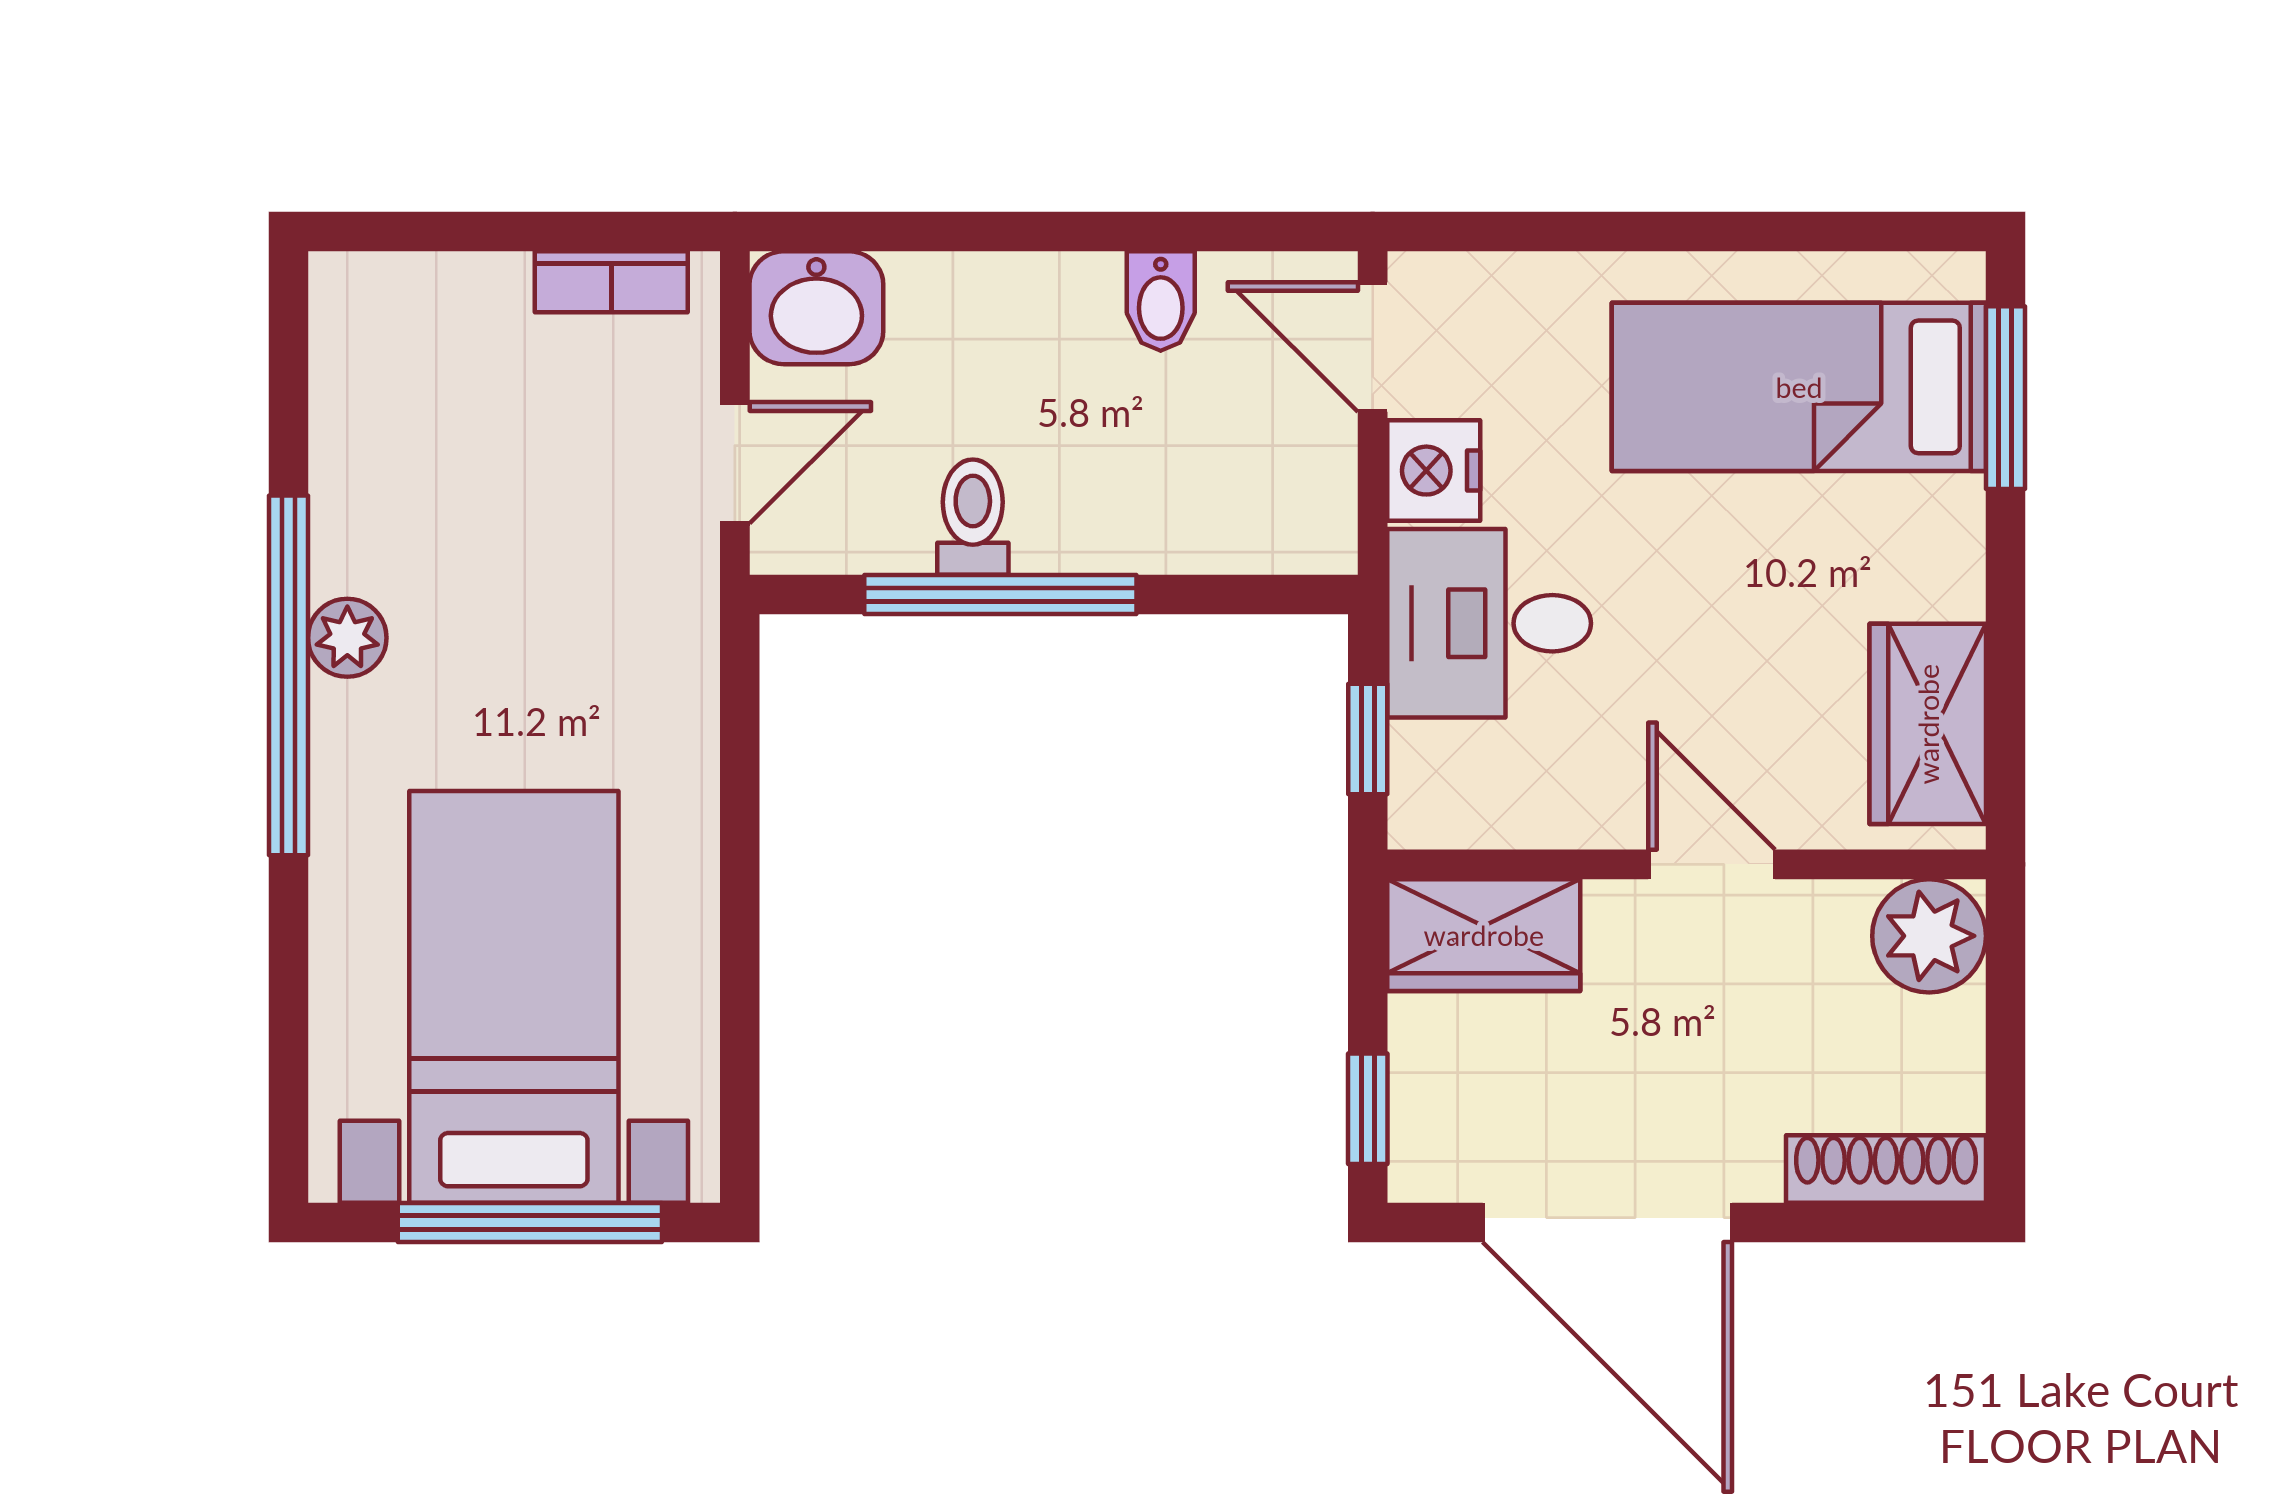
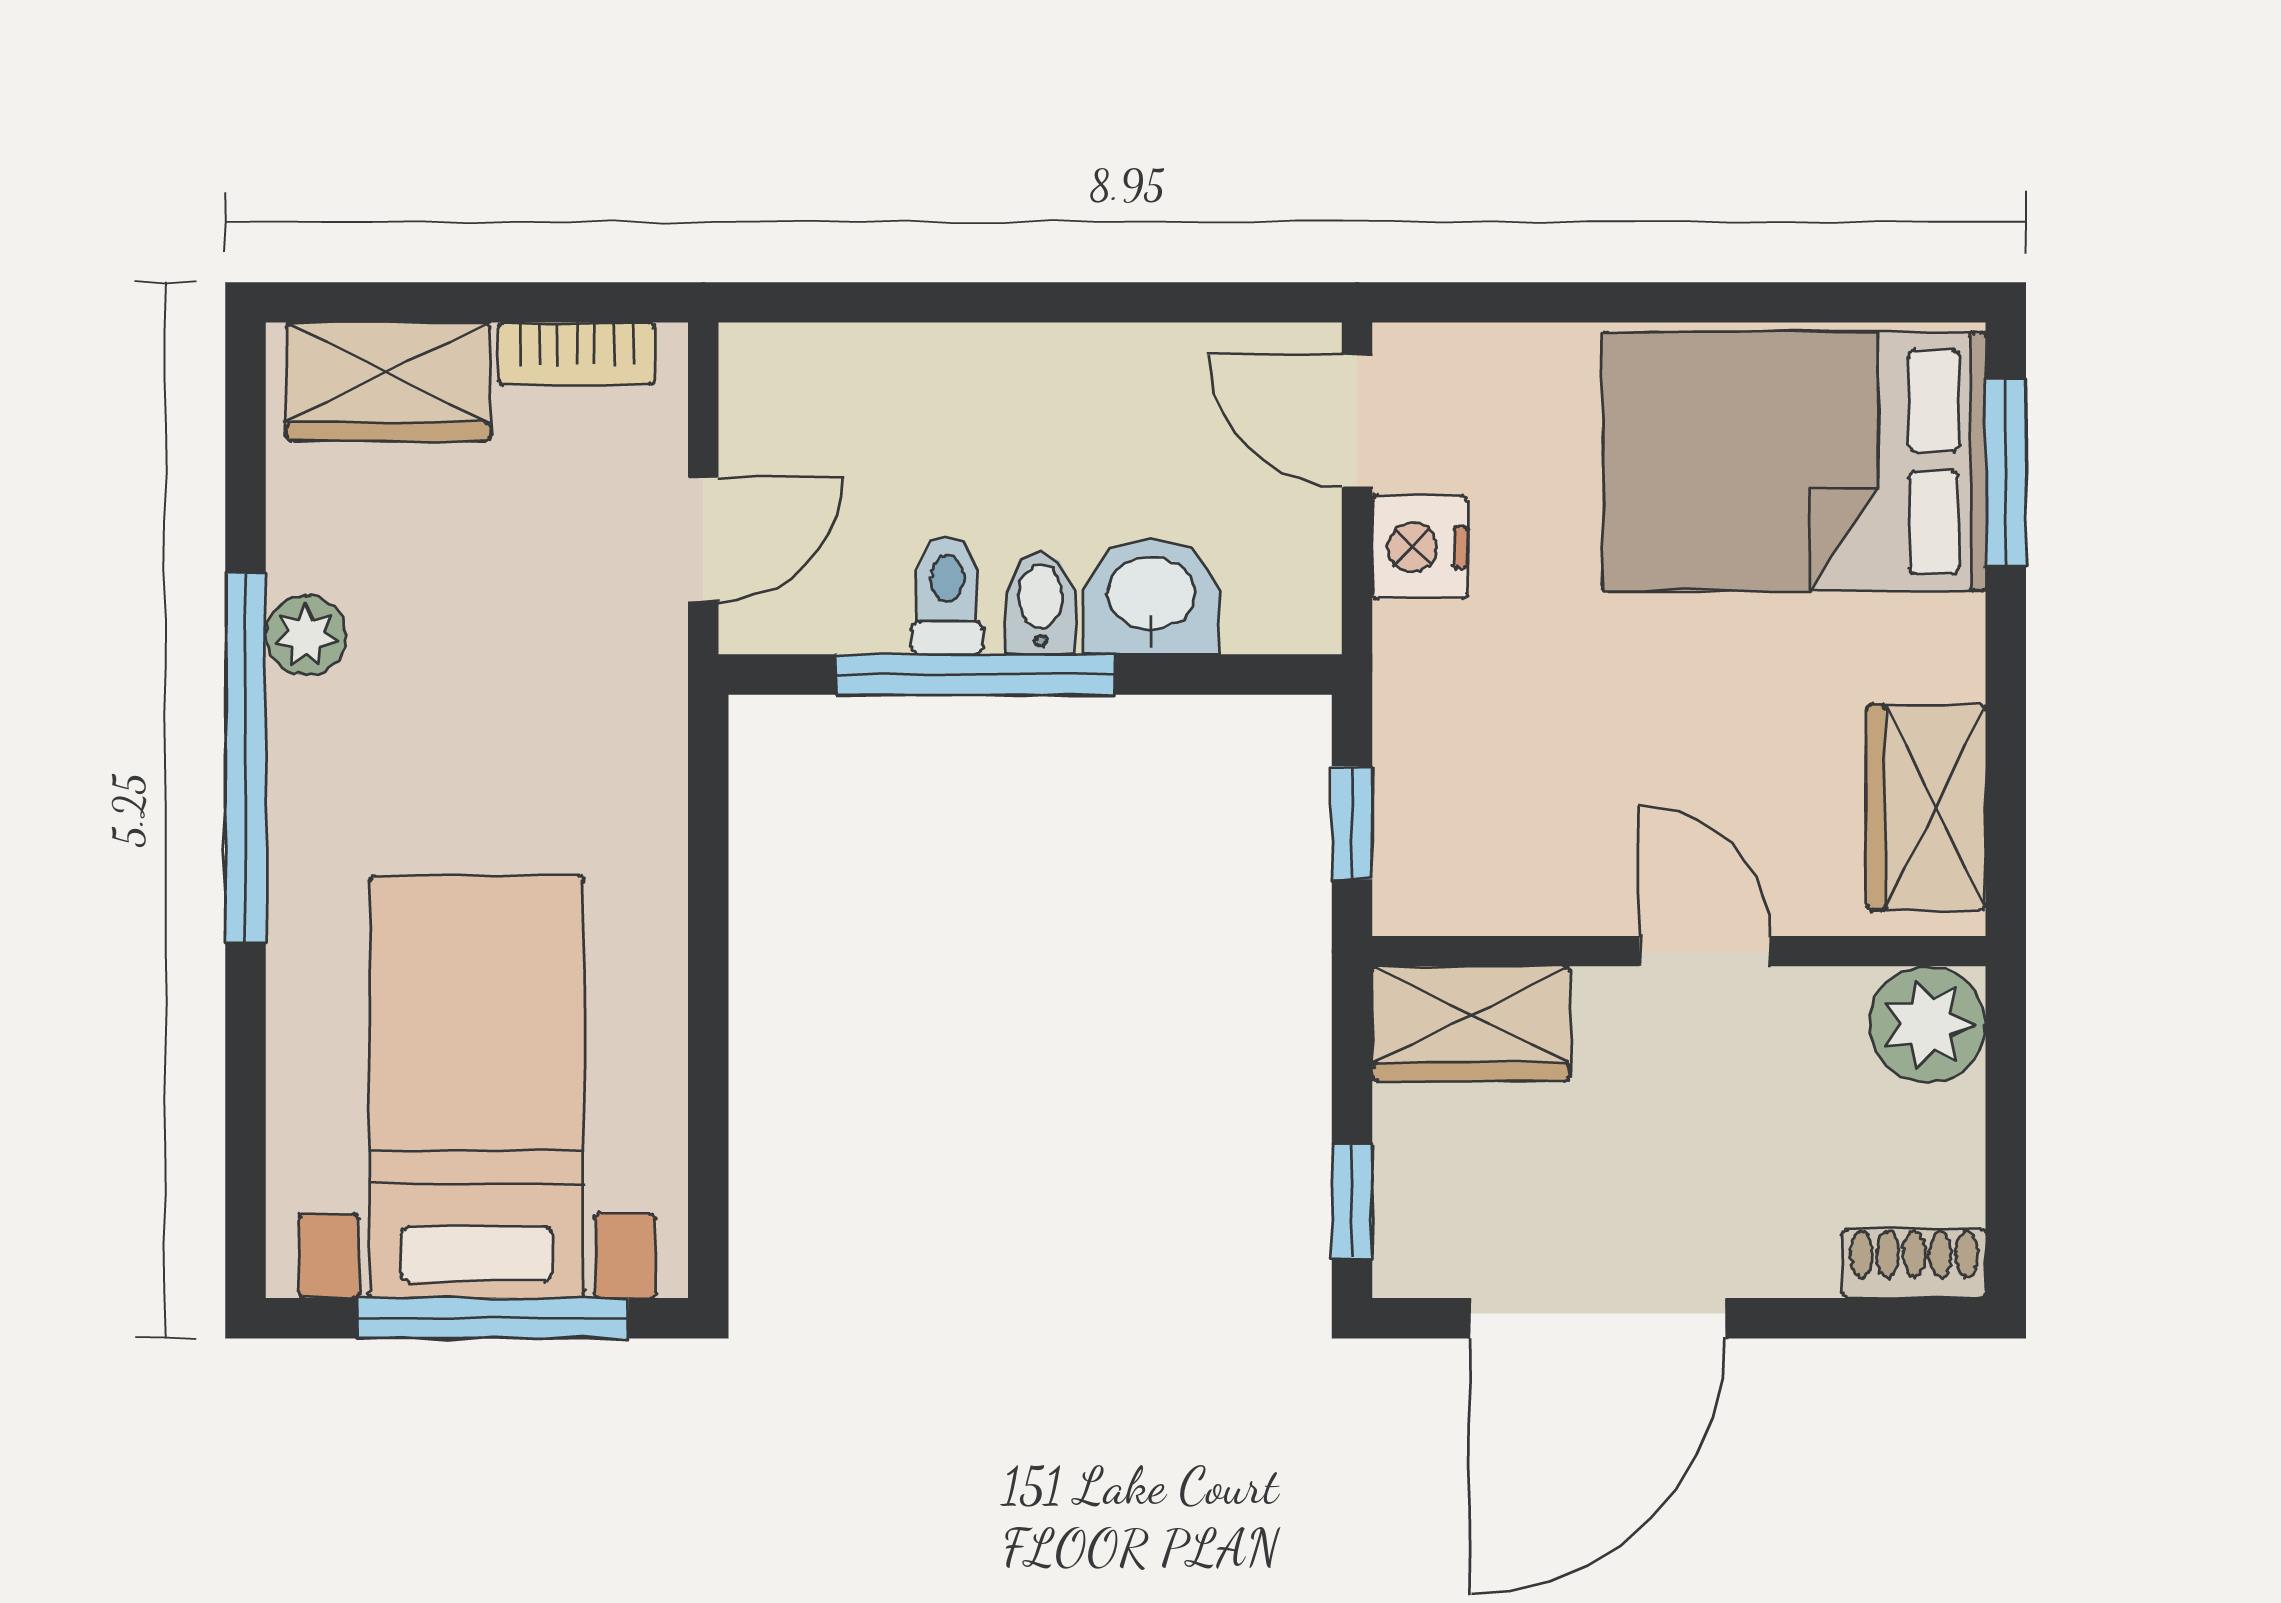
bidet: (1161, 301) -> (1040, 603), moved, turned 180
washbasin: (816, 308) -> (1151, 596), moved, turned 180
wardrobe: (428, 309) -> (388, 382), added
bed: (1799, 387) -> (1794, 462), width x1.50
desk: (1489, 623) -> (1477, 704), removed
plant: (347, 638) -> (306, 635), moved
shoe rack: (1886, 1169) -> (1914, 1263), width x0.70
door: (1607, 1223) -> (1598, 1318), hinge flipped

